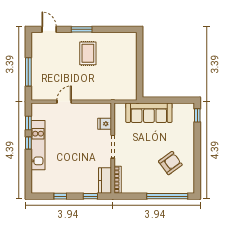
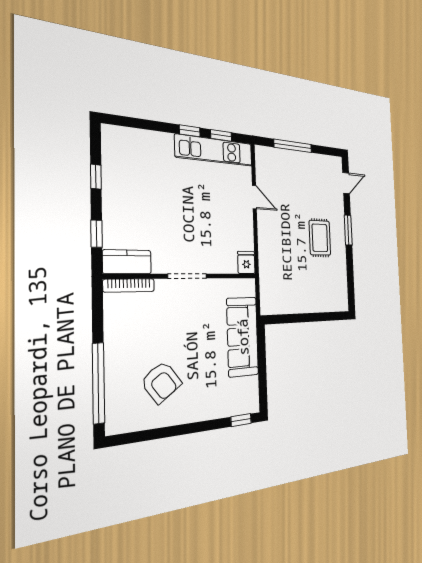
rug: (88, 53) -> (320, 238), turned 90
fridge: (105, 124) -> (246, 263), moved
kitchen unit: (38, 145) -> (214, 150), moved

